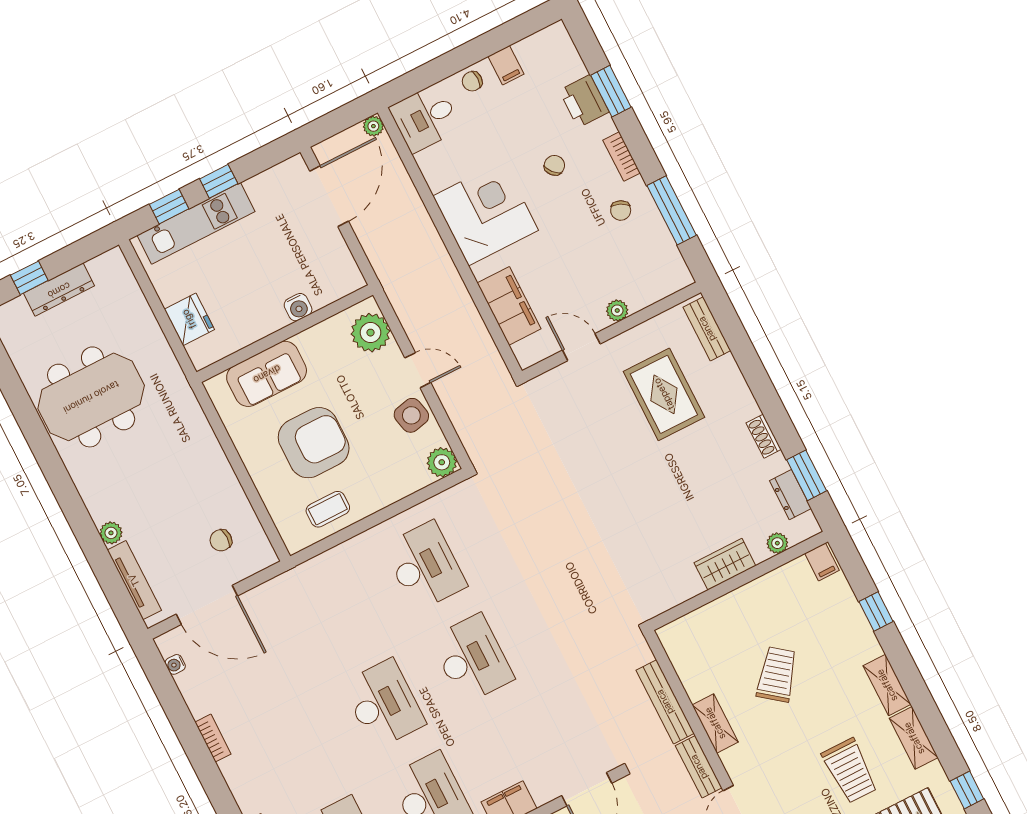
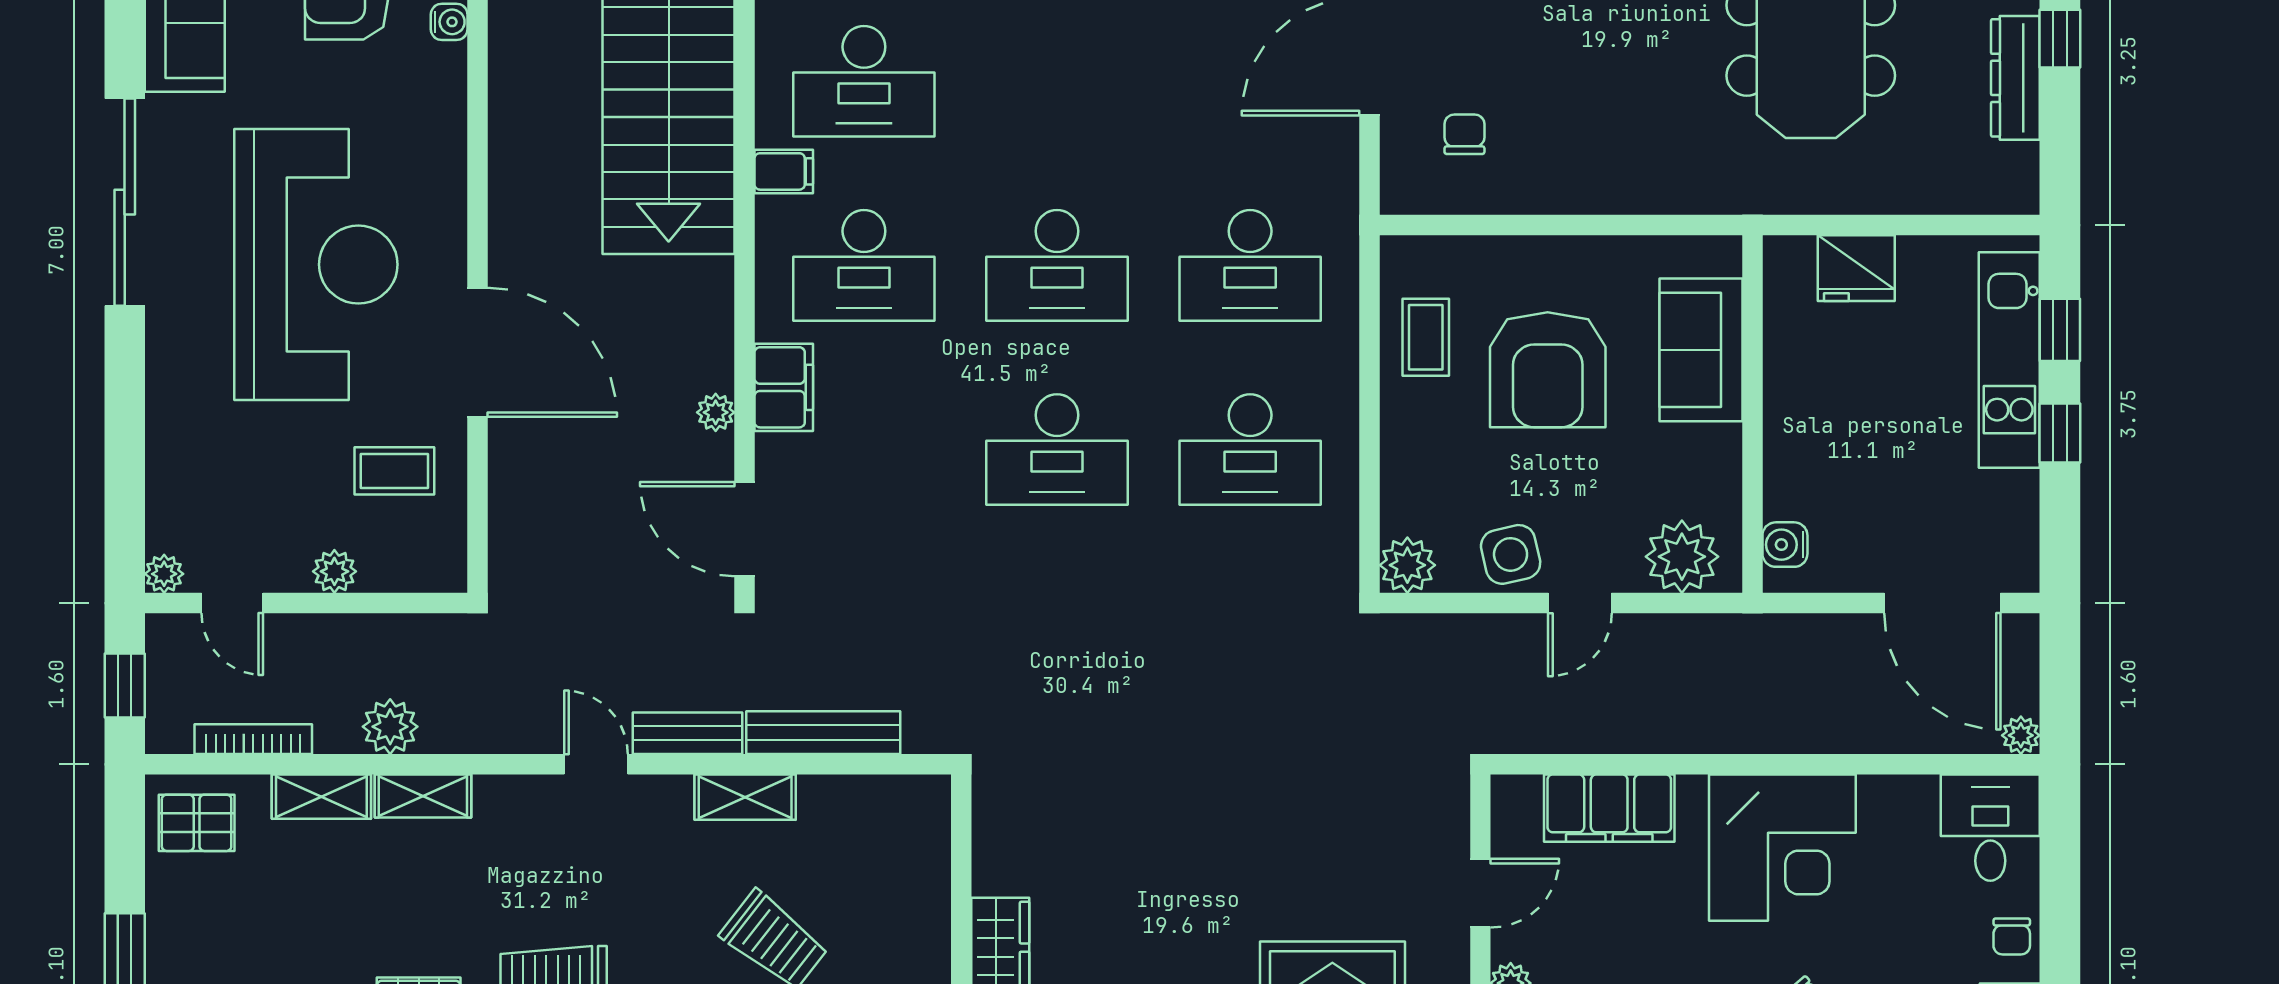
chair: (472, 81) -> (2012, 936), turned 180
water cooler: (298, 307) -> (1785, 545), moved
desk: (336, 611) -> (1250, 265), added

